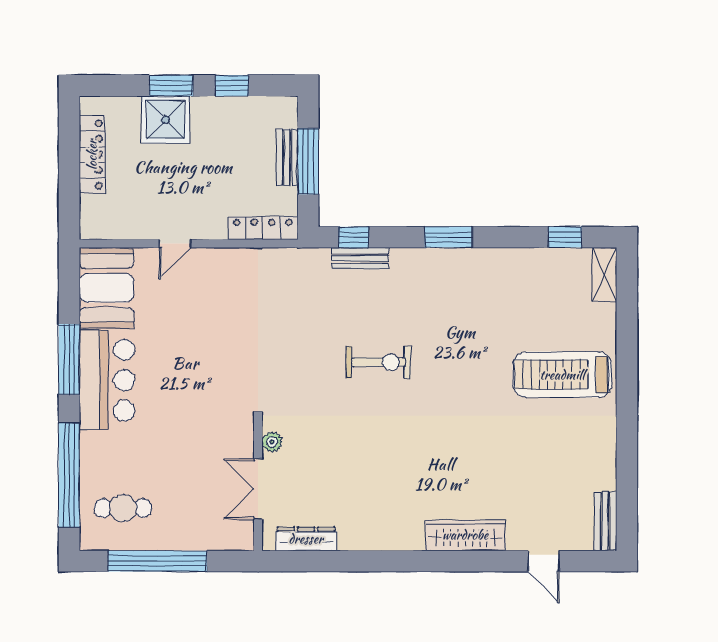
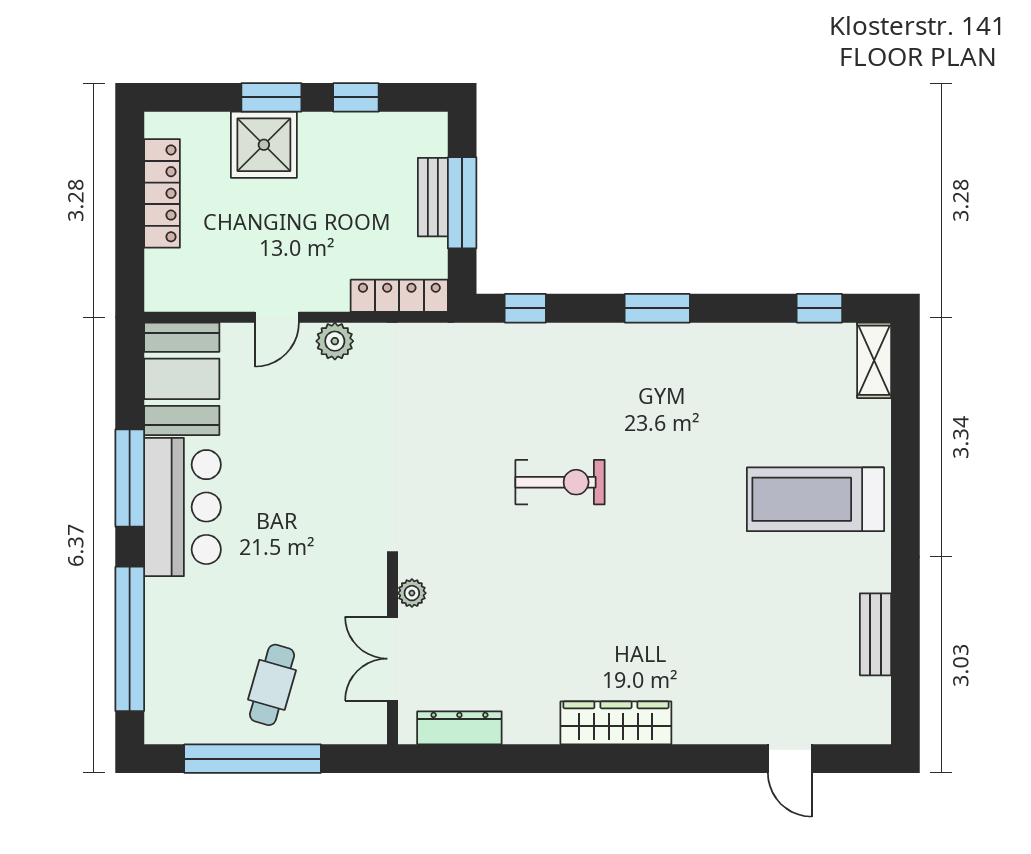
bench: (360, 258) -> (534, 338), removed
plant: (217, 261) -> (335, 341), added
cafe table: (123, 508) -> (272, 685), moved, turned -74
bench: (605, 521) -> (875, 634), moved
wardrobe: (465, 535) -> (616, 723), moved

